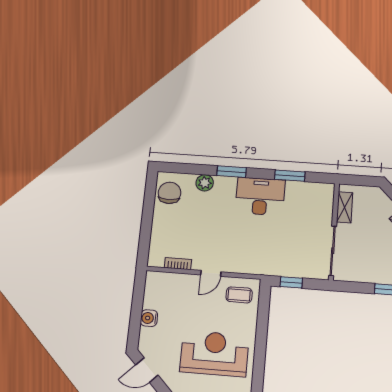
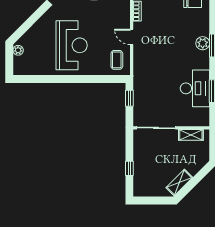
plant: (205, 183) -> (203, 43), moved
desk: (260, 196) -> (195, 88), moved

